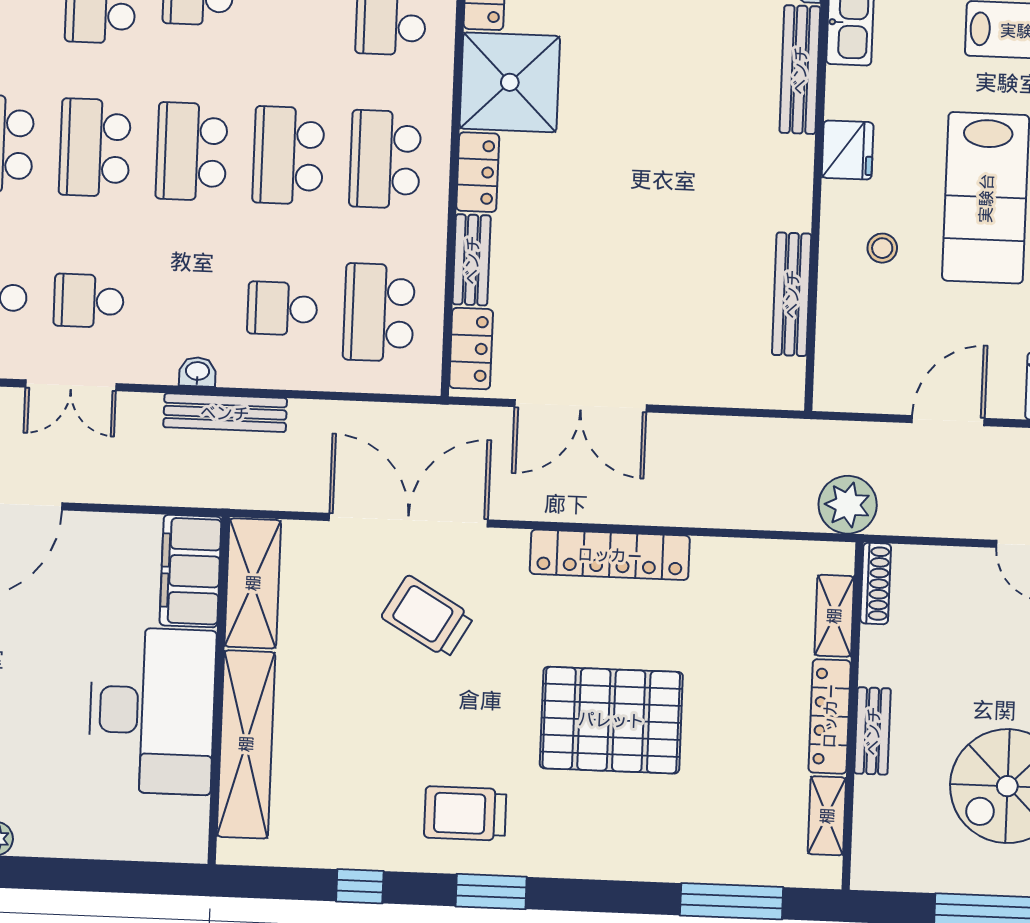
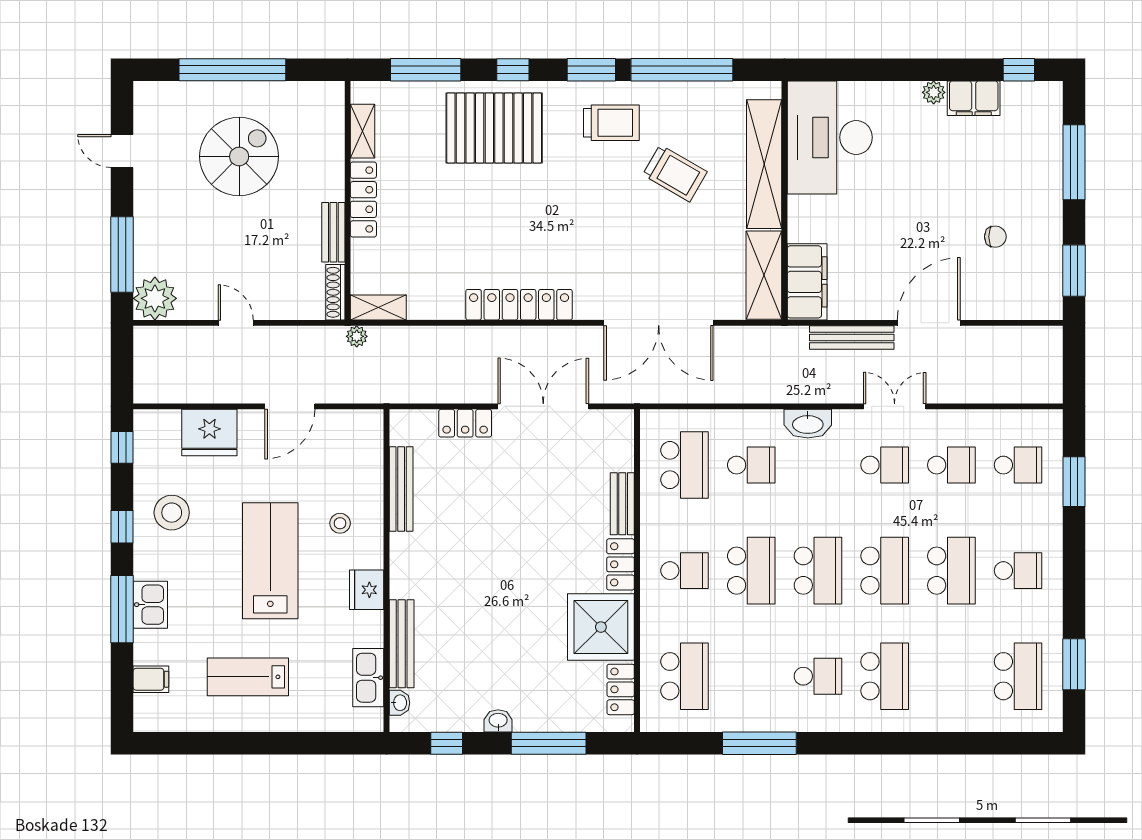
school desk: (385, 159) -> (685, 571), width x0.54
locker: (471, 349) -> (465, 423), moved, turned -90
washbasin: (197, 372) -> (808, 424), width x1.91, depth x1.45
bench: (225, 413) -> (852, 337), moved
plant: (848, 505) -> (357, 336), width x0.53, depth x0.53
shelving: (834, 616) -> (378, 308), moved, turned 90
trolley: (428, 617) -> (675, 173), moved
desk: (152, 711) -> (830, 137), moved
pallet: (611, 720) -> (494, 128), moved
bench: (873, 731) -> (333, 232), moved
window: (360, 886) -> (682, 70), width x3.17
window: (605, 896) -> (513, 70), added

